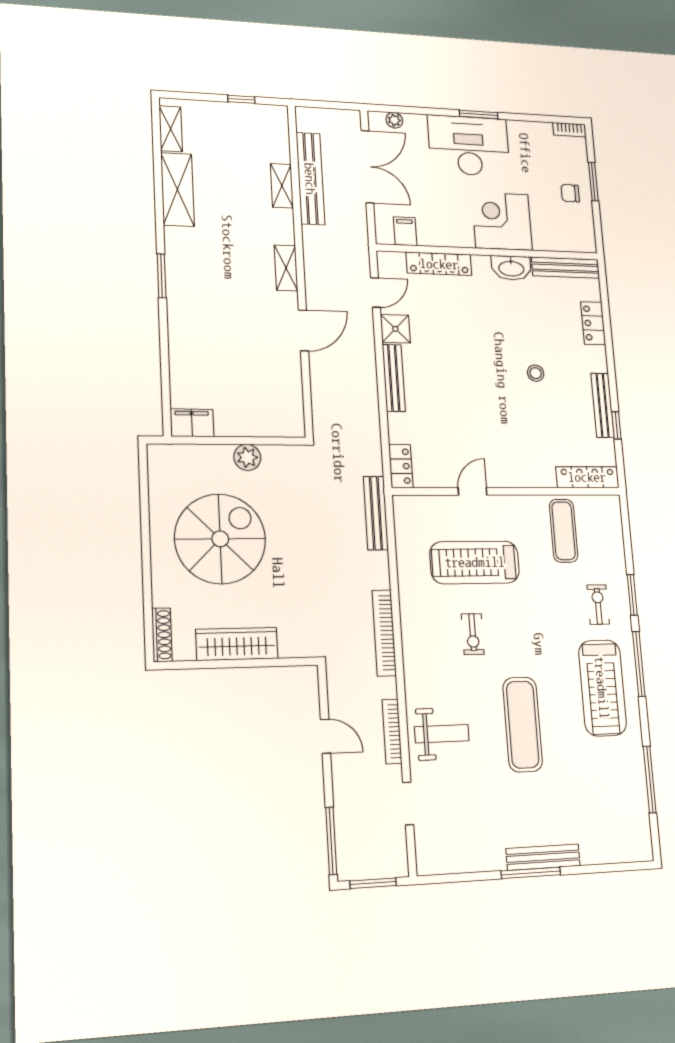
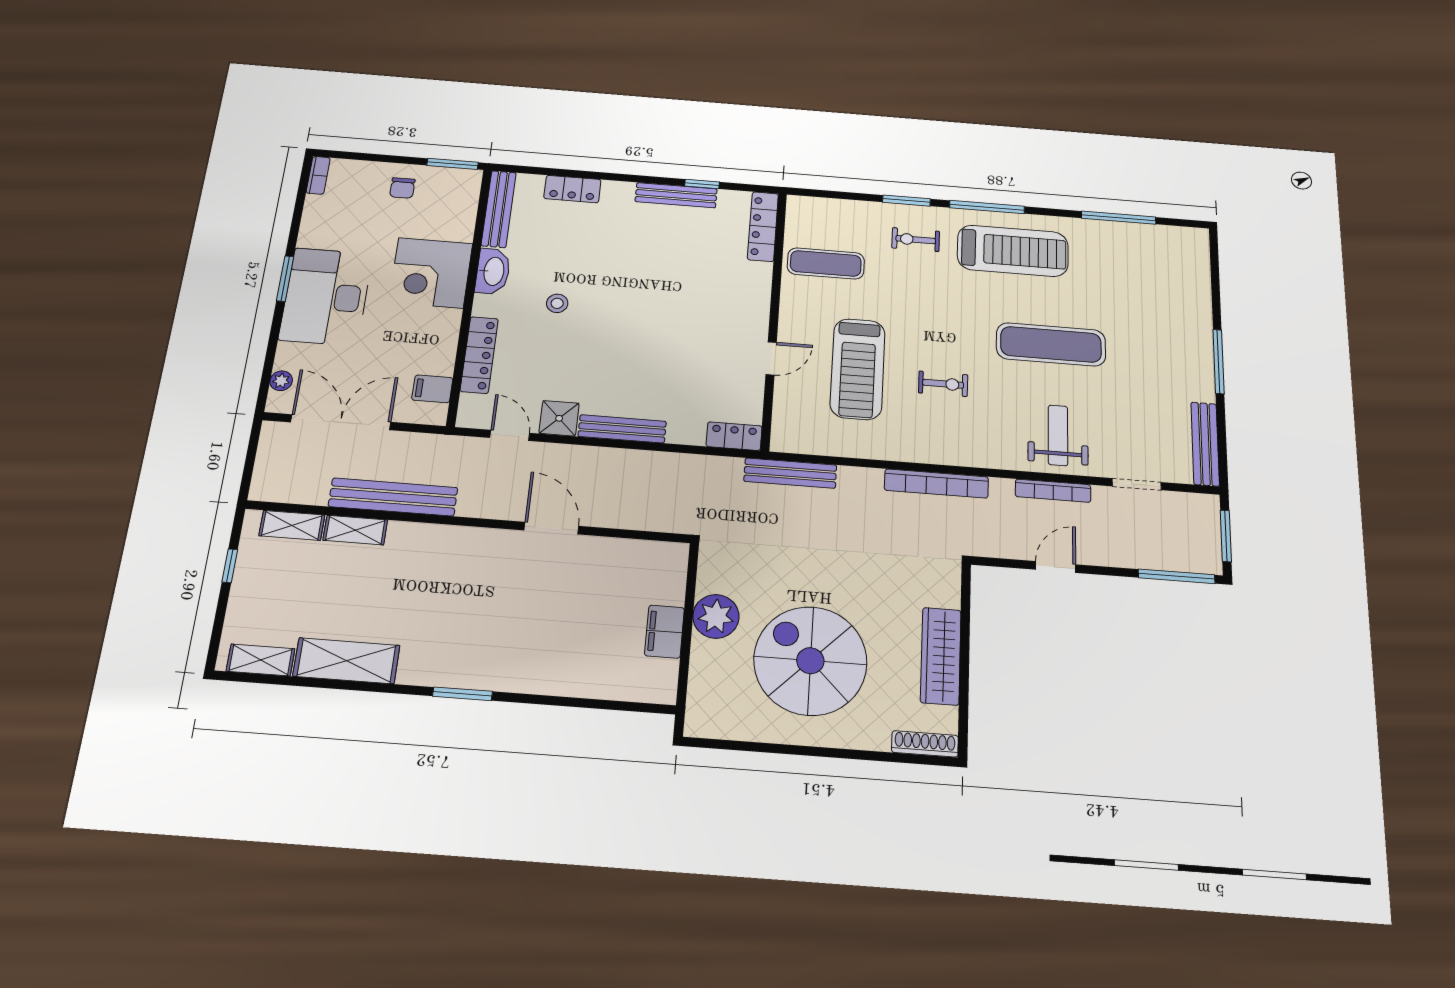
bench: (310, 179) -> (393, 497), moved
window: (593, 182) -> (452, 164), moved
shelving: (286, 268) -> (292, 525), moved
stool: (536, 373) -> (557, 303), moved
filing cabinet: (192, 423) -> (664, 632), moved
plant: (247, 457) -> (716, 616), width x1.36, depth x1.36
door: (473, 491) -> (771, 358), swing flipped
bench: (543, 857) -> (1205, 444), moved

